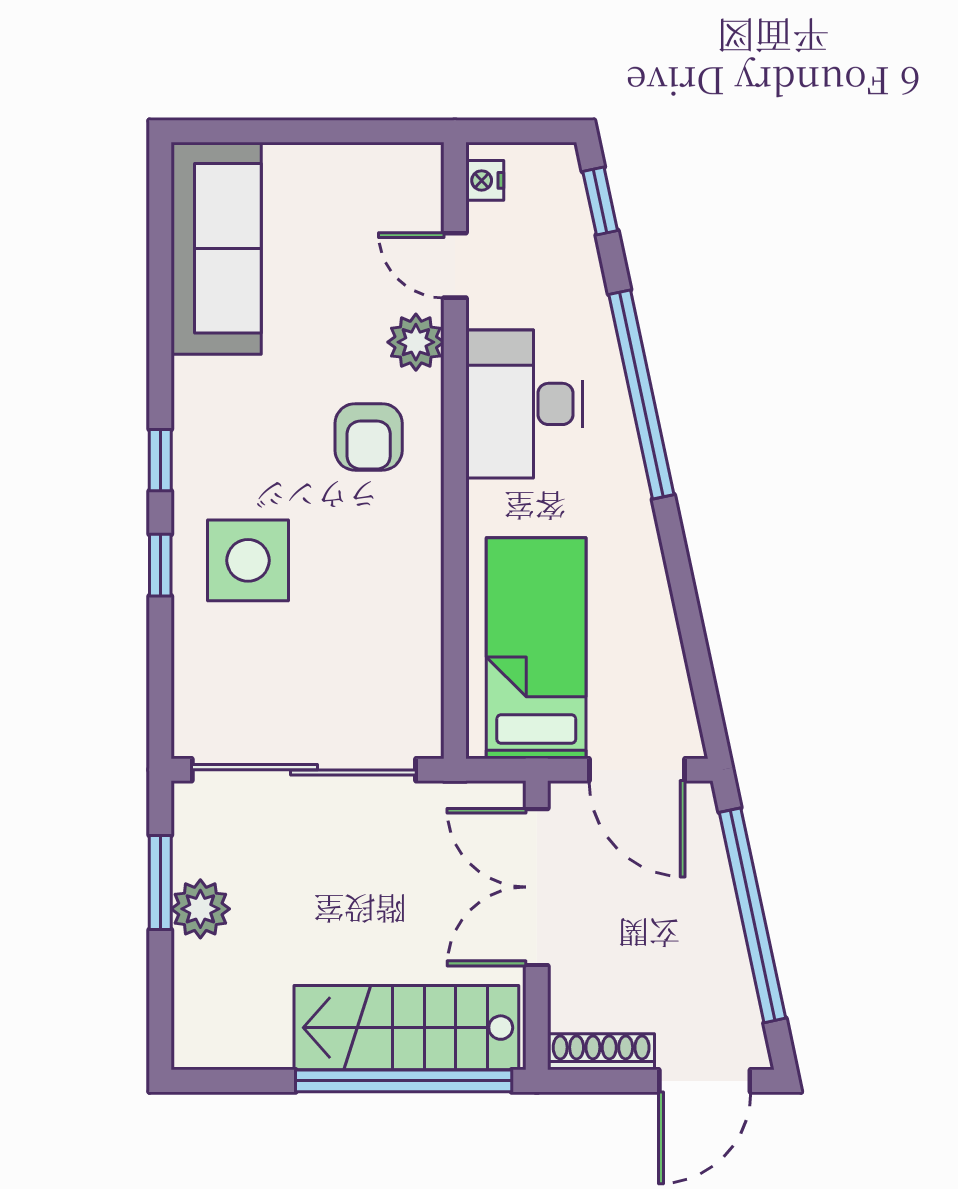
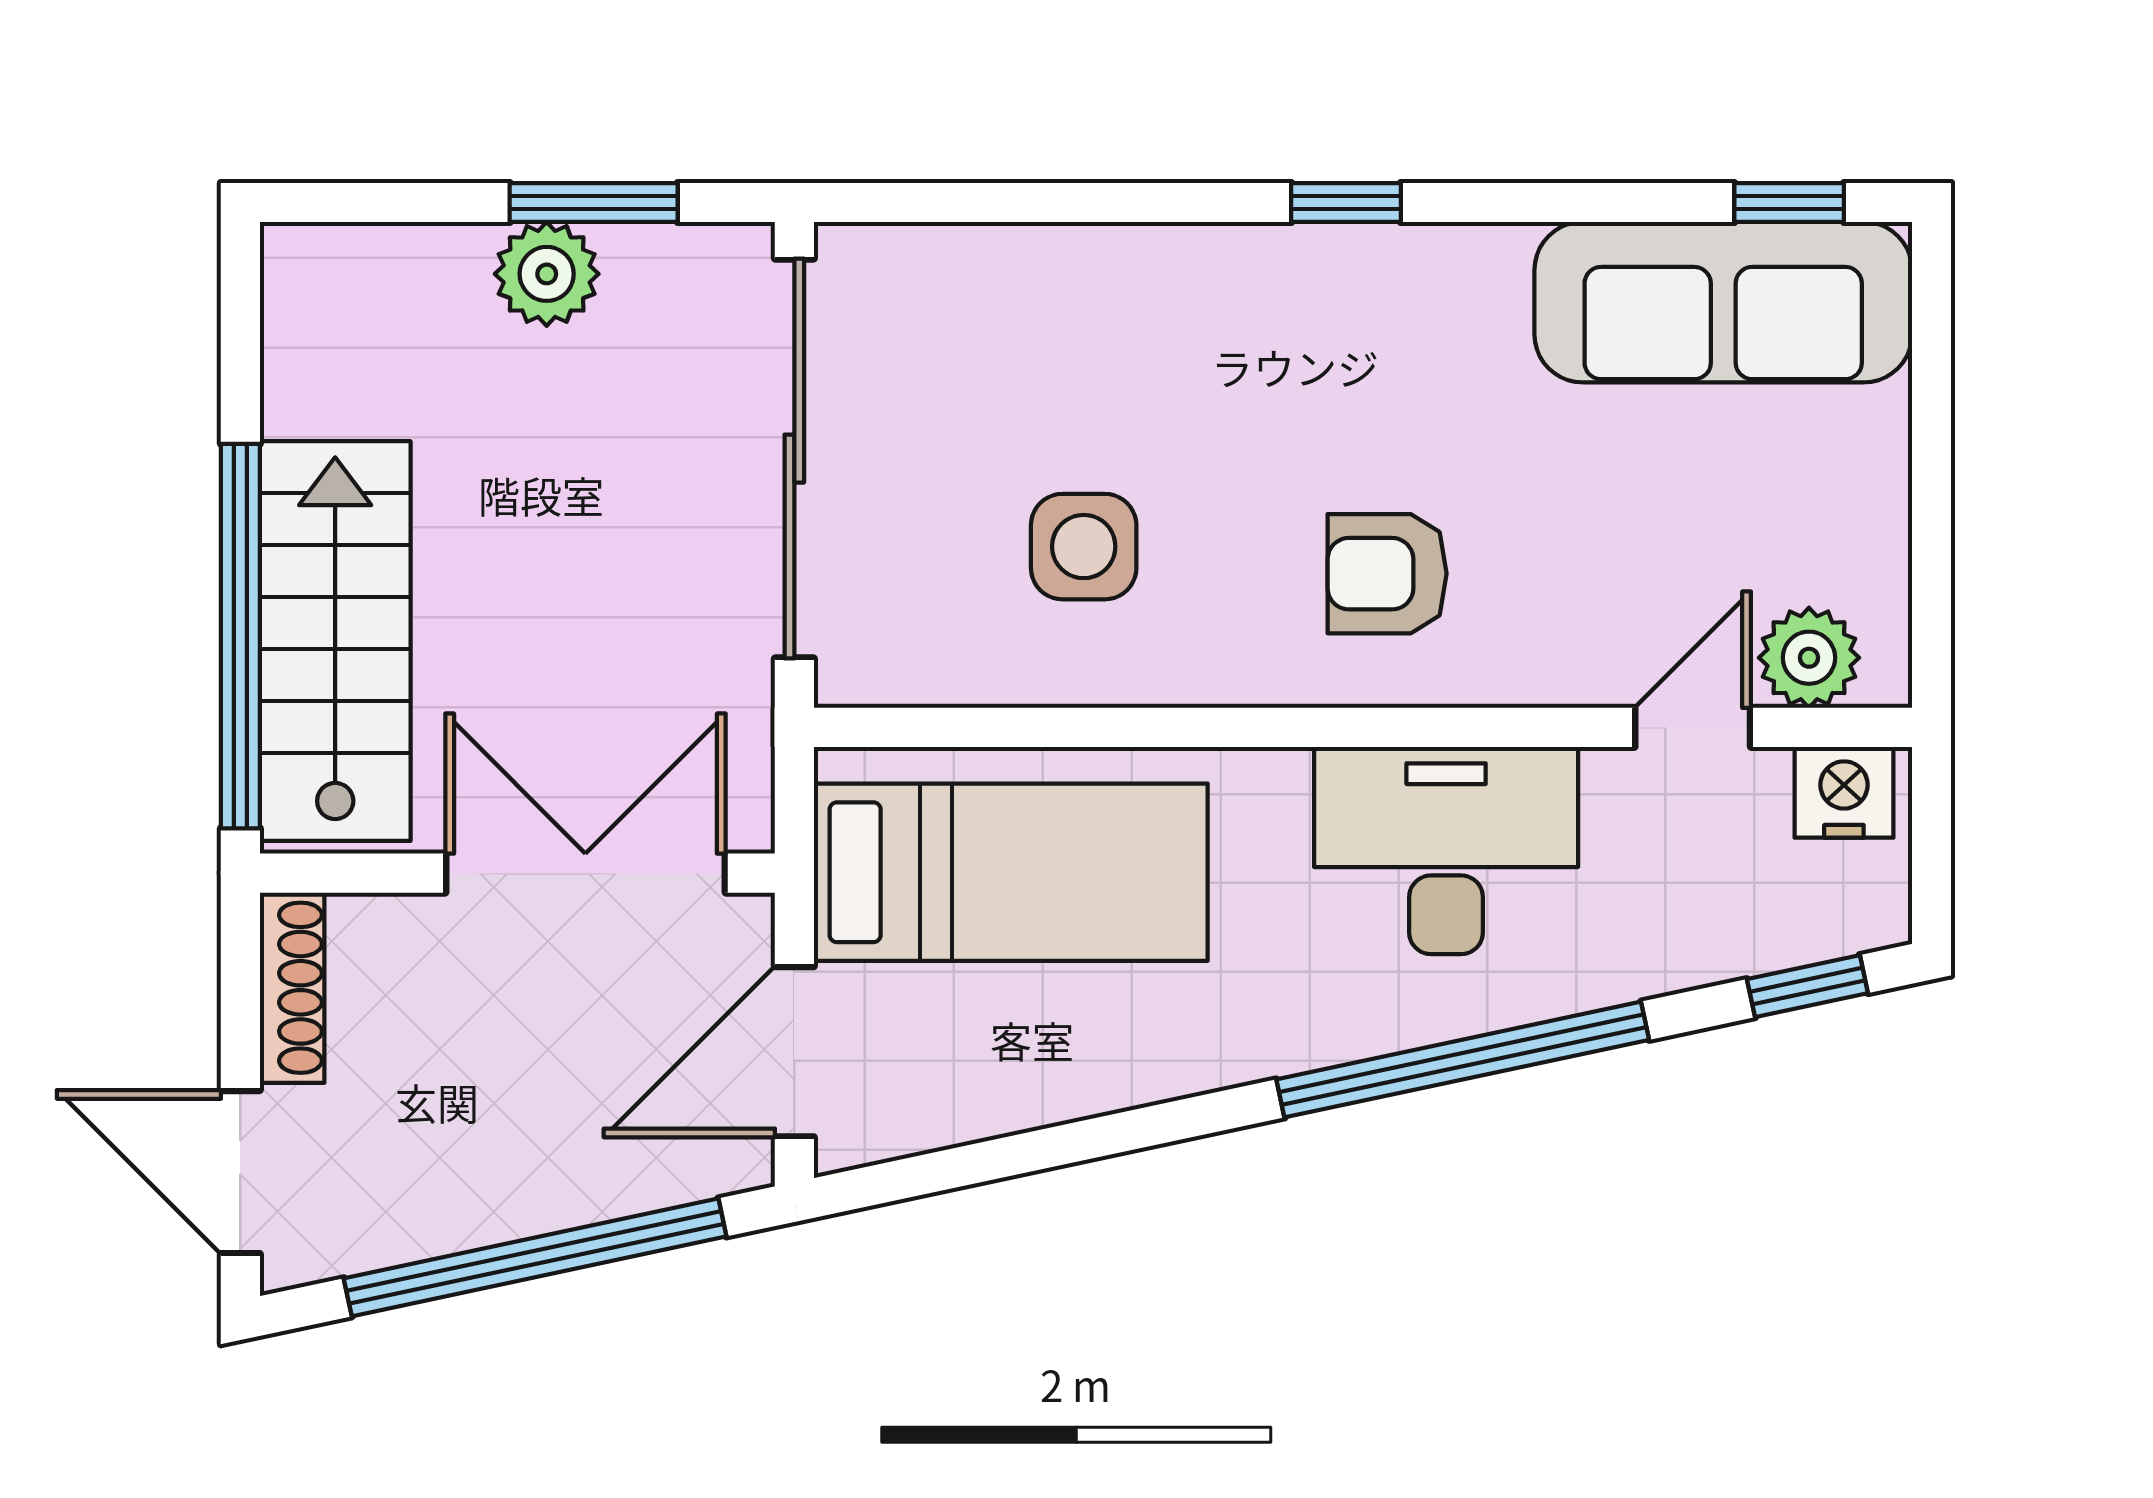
nightstand: (485, 180) -> (1844, 792), width x1.39, depth x1.35
plant: (416, 342) -> (1809, 658), moved
side table: (248, 560) -> (1084, 547), moved, width x0.73, depth x0.73
window: (160, 565) -> (1789, 202), moved

